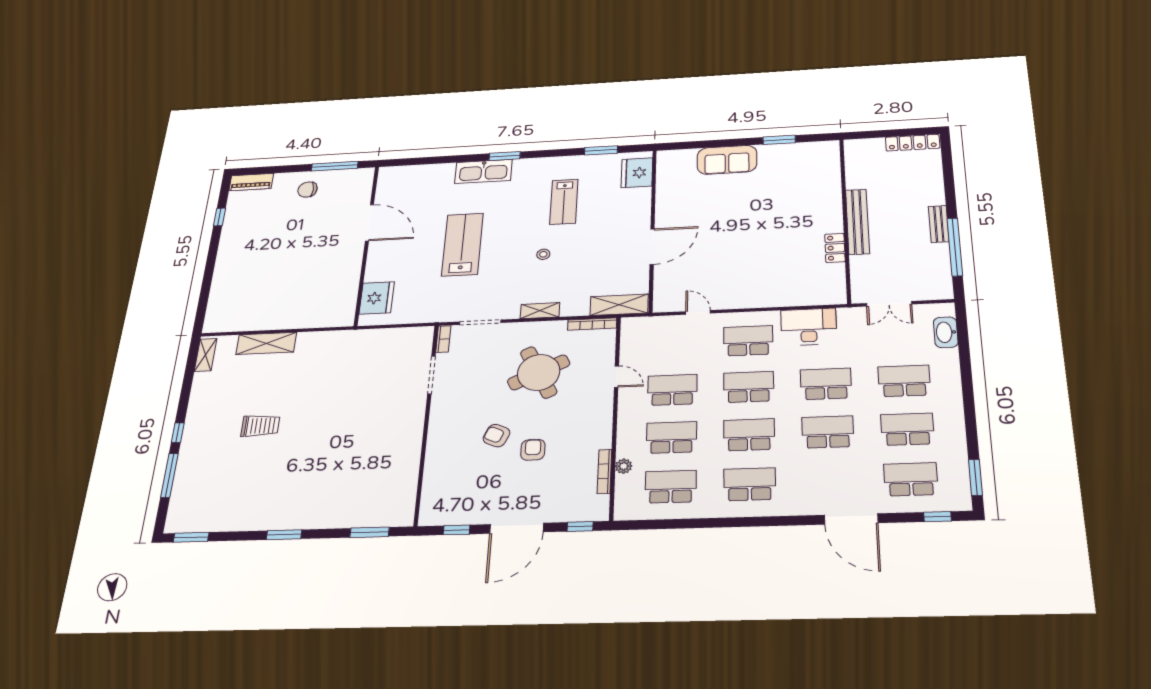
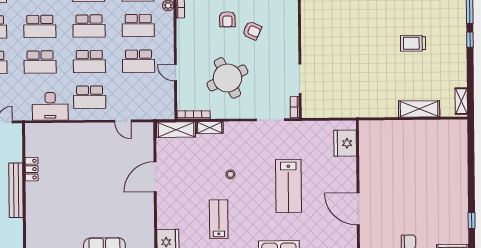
shelving: (540, 311) -> (210, 128), moved

